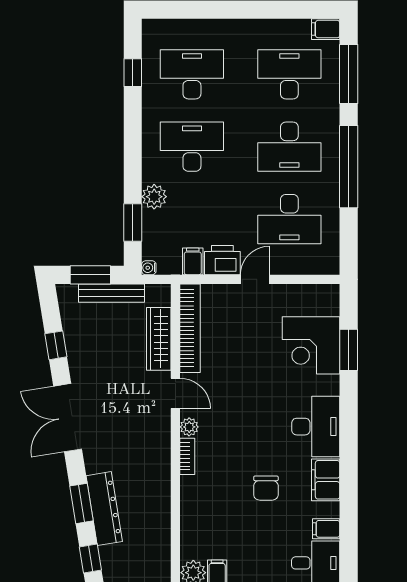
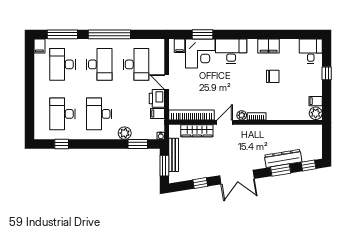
desk: (316, 427) -> (231, 51), moved
filing cabinet: (326, 529) -> (180, 46), moved

